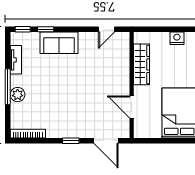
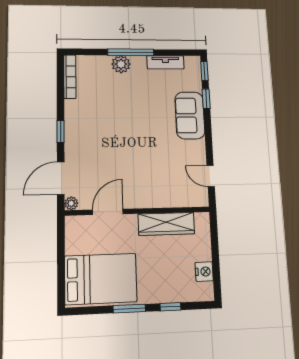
plant: (125, 133) -> (71, 203), added

